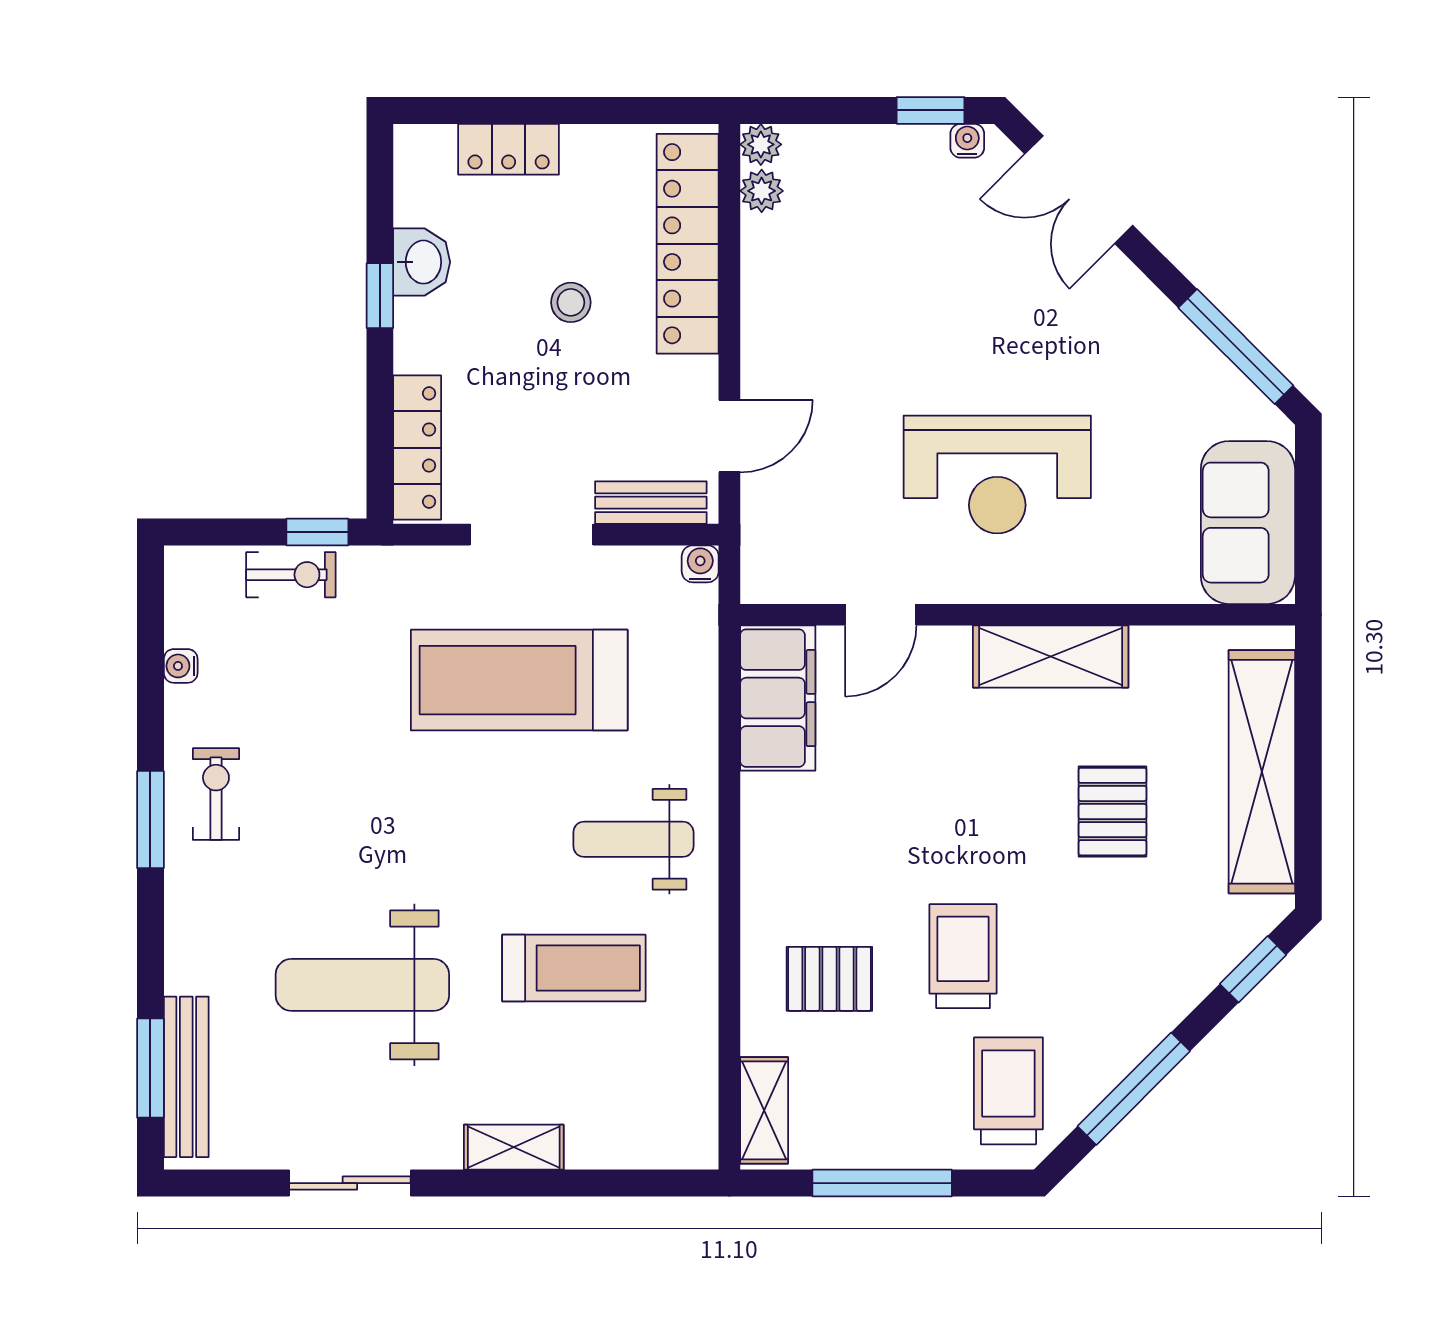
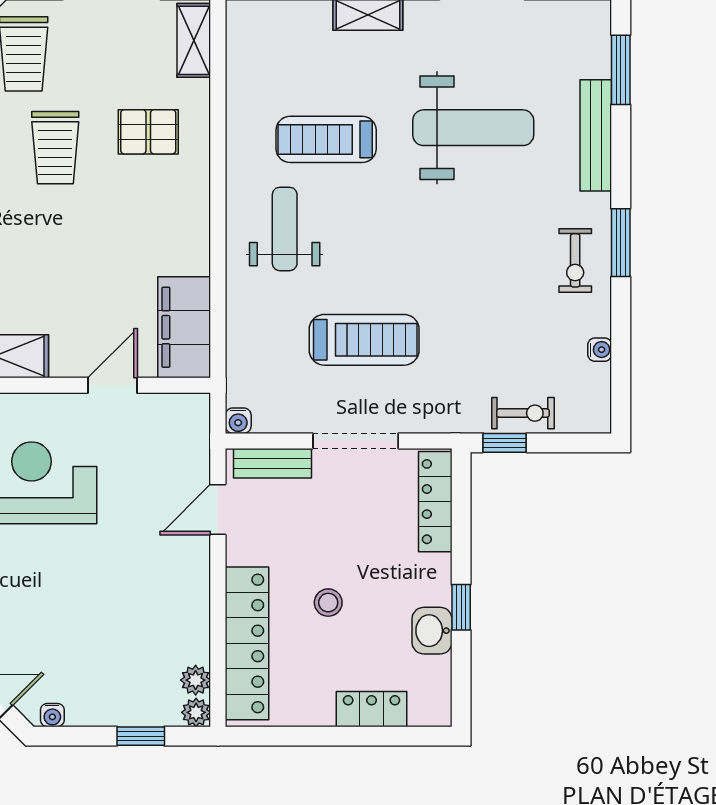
window: (931, 110) -> (141, 736), moved
exercise bike: (291, 575) -> (523, 413), turned 180
treadmill: (519, 680) -> (364, 340), width x0.73, depth x0.73
weight bench: (633, 839) -> (285, 229), turned -90
bench: (186, 1077) -> (596, 135), moved

